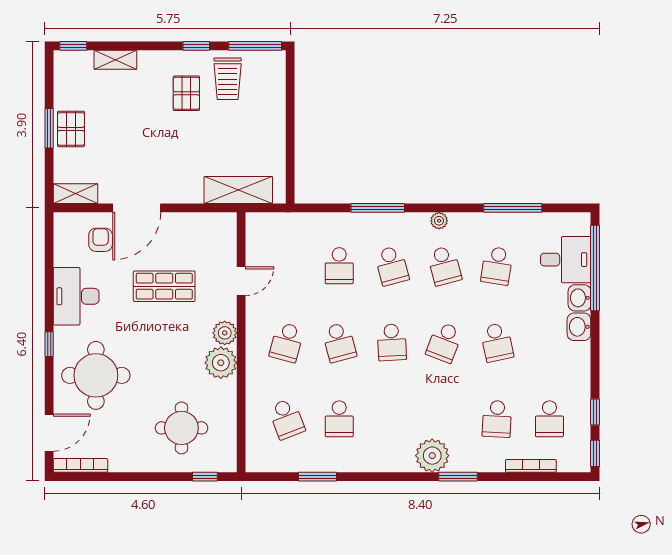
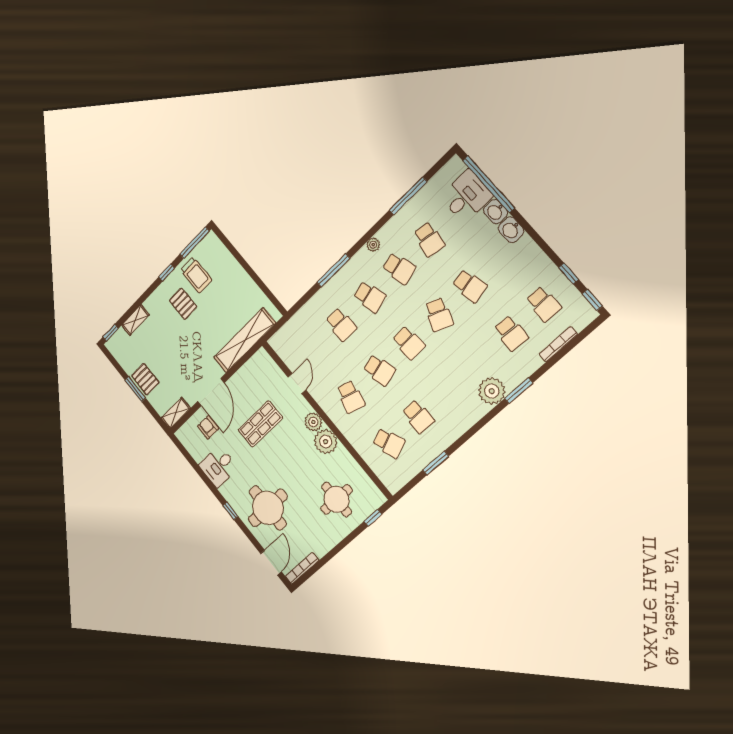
shelving: (238, 190) -> (245, 340), width x1.47
desk: (76, 296) -> (218, 467), width x0.73

